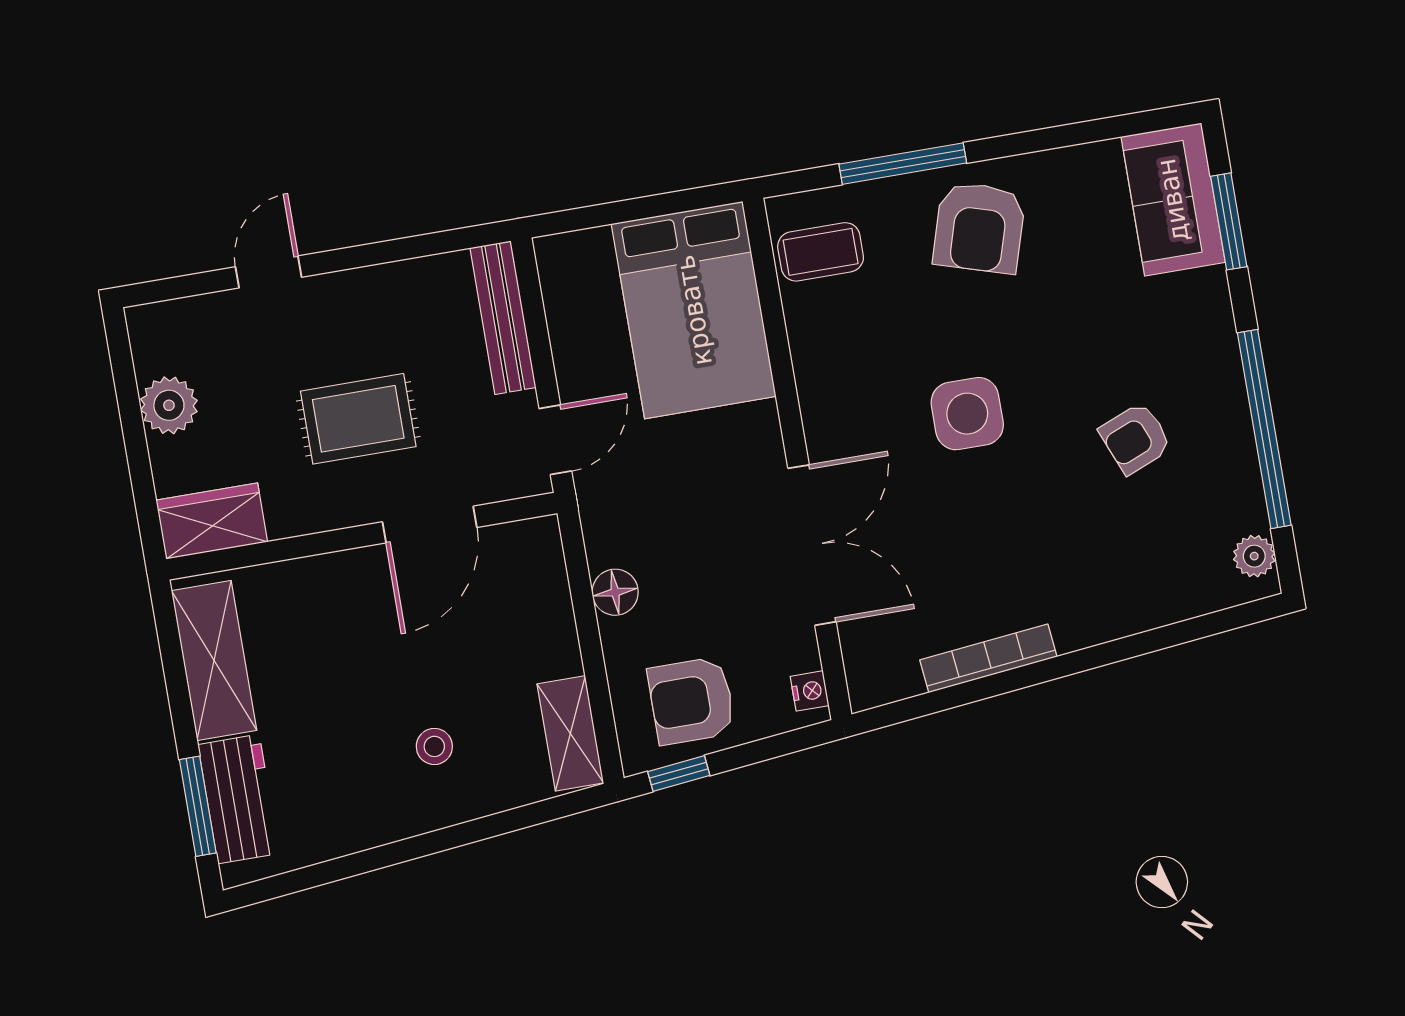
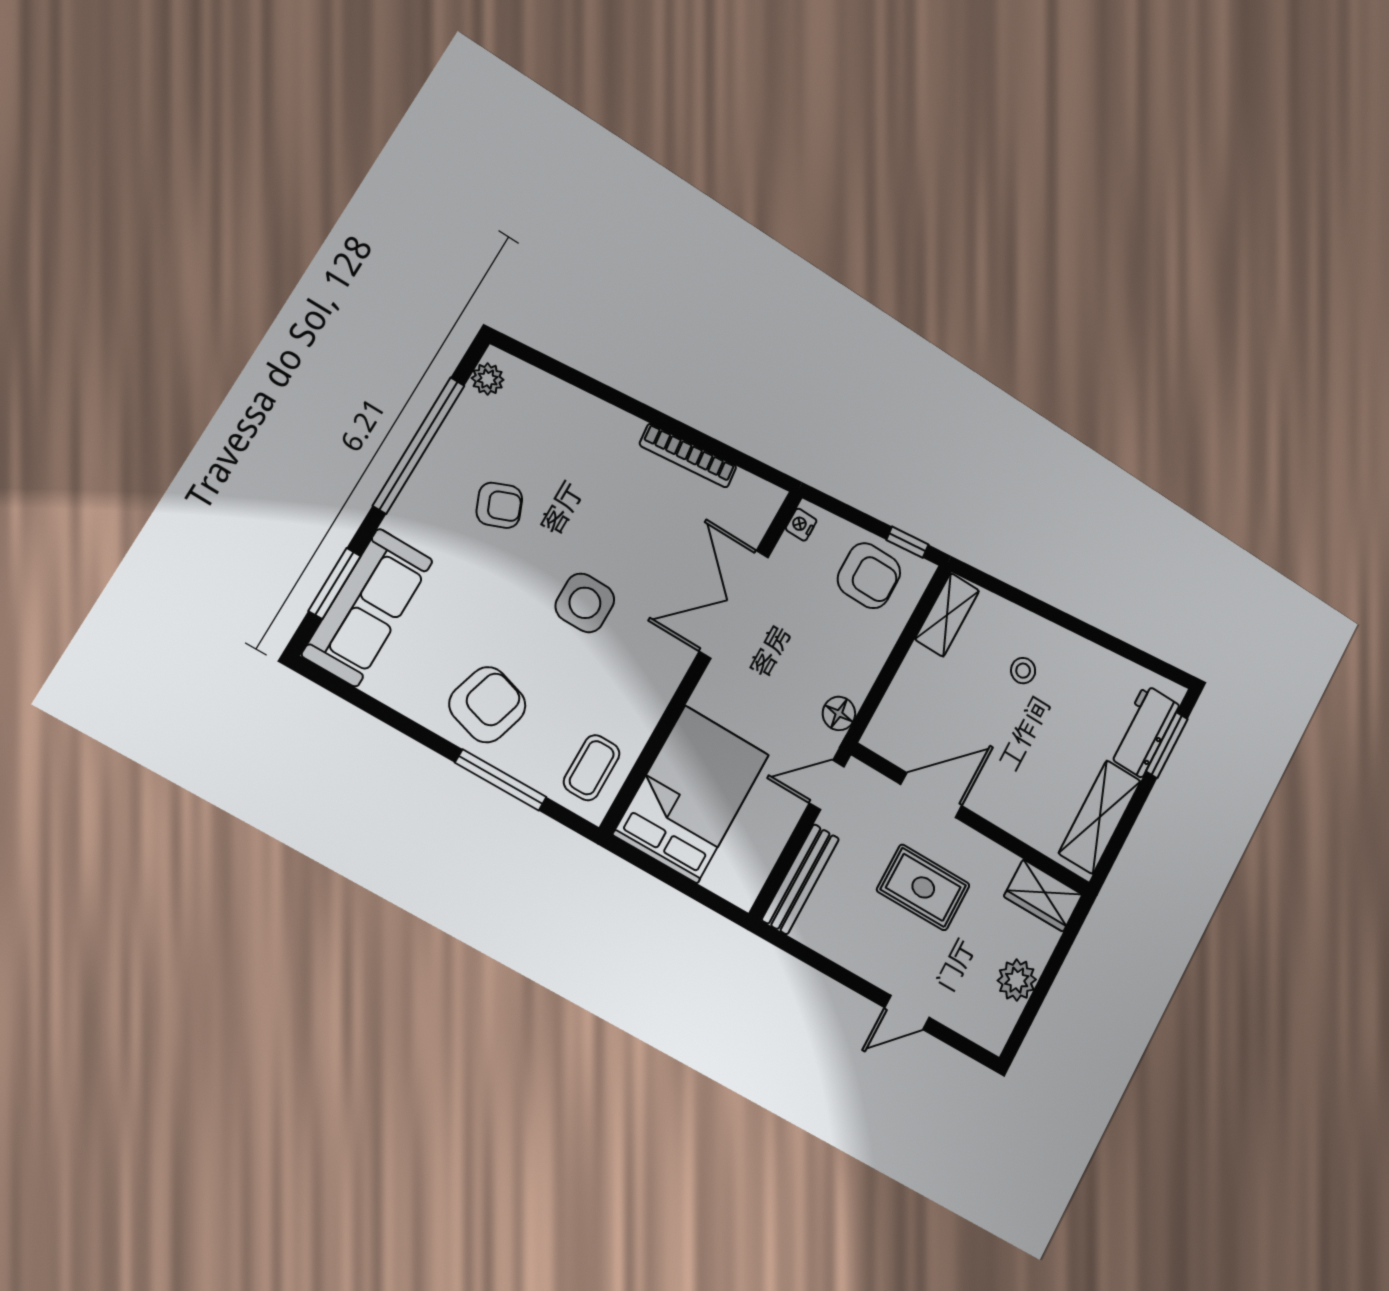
sofa: (1173, 200) -> (367, 608), width x1.36
coffee table: (821, 252) -> (592, 768), turned 90
floor lamp: (615, 592) -> (839, 713), moved

